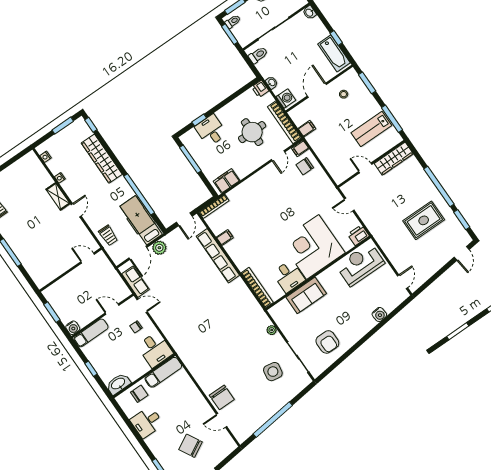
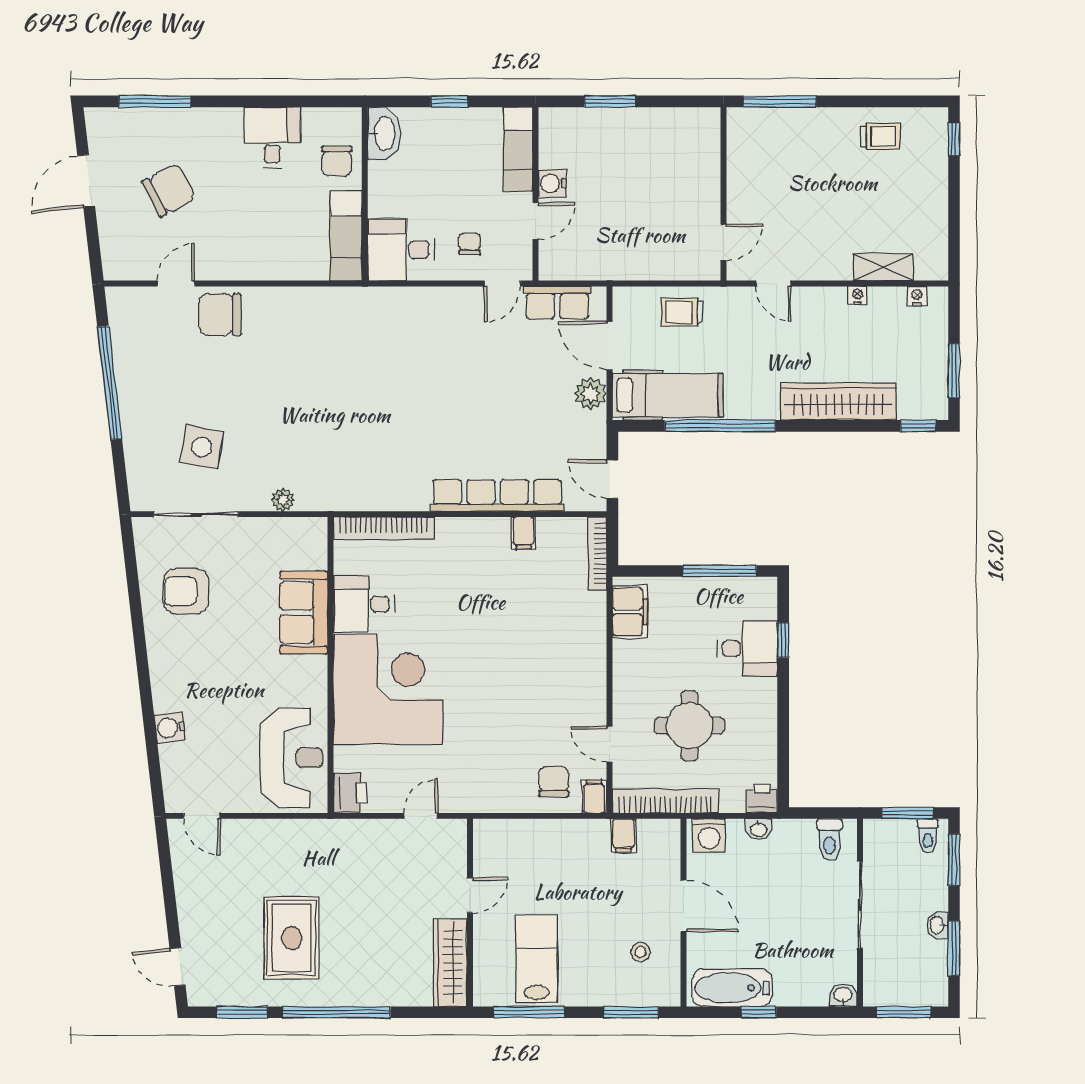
shelving: (58, 196) -> (883, 267), moved
door: (88, 258) -> (723, 242), moved
wall: (71, 270) -> (723, 194), moved
water cooler: (73, 328) -> (552, 183), moved

